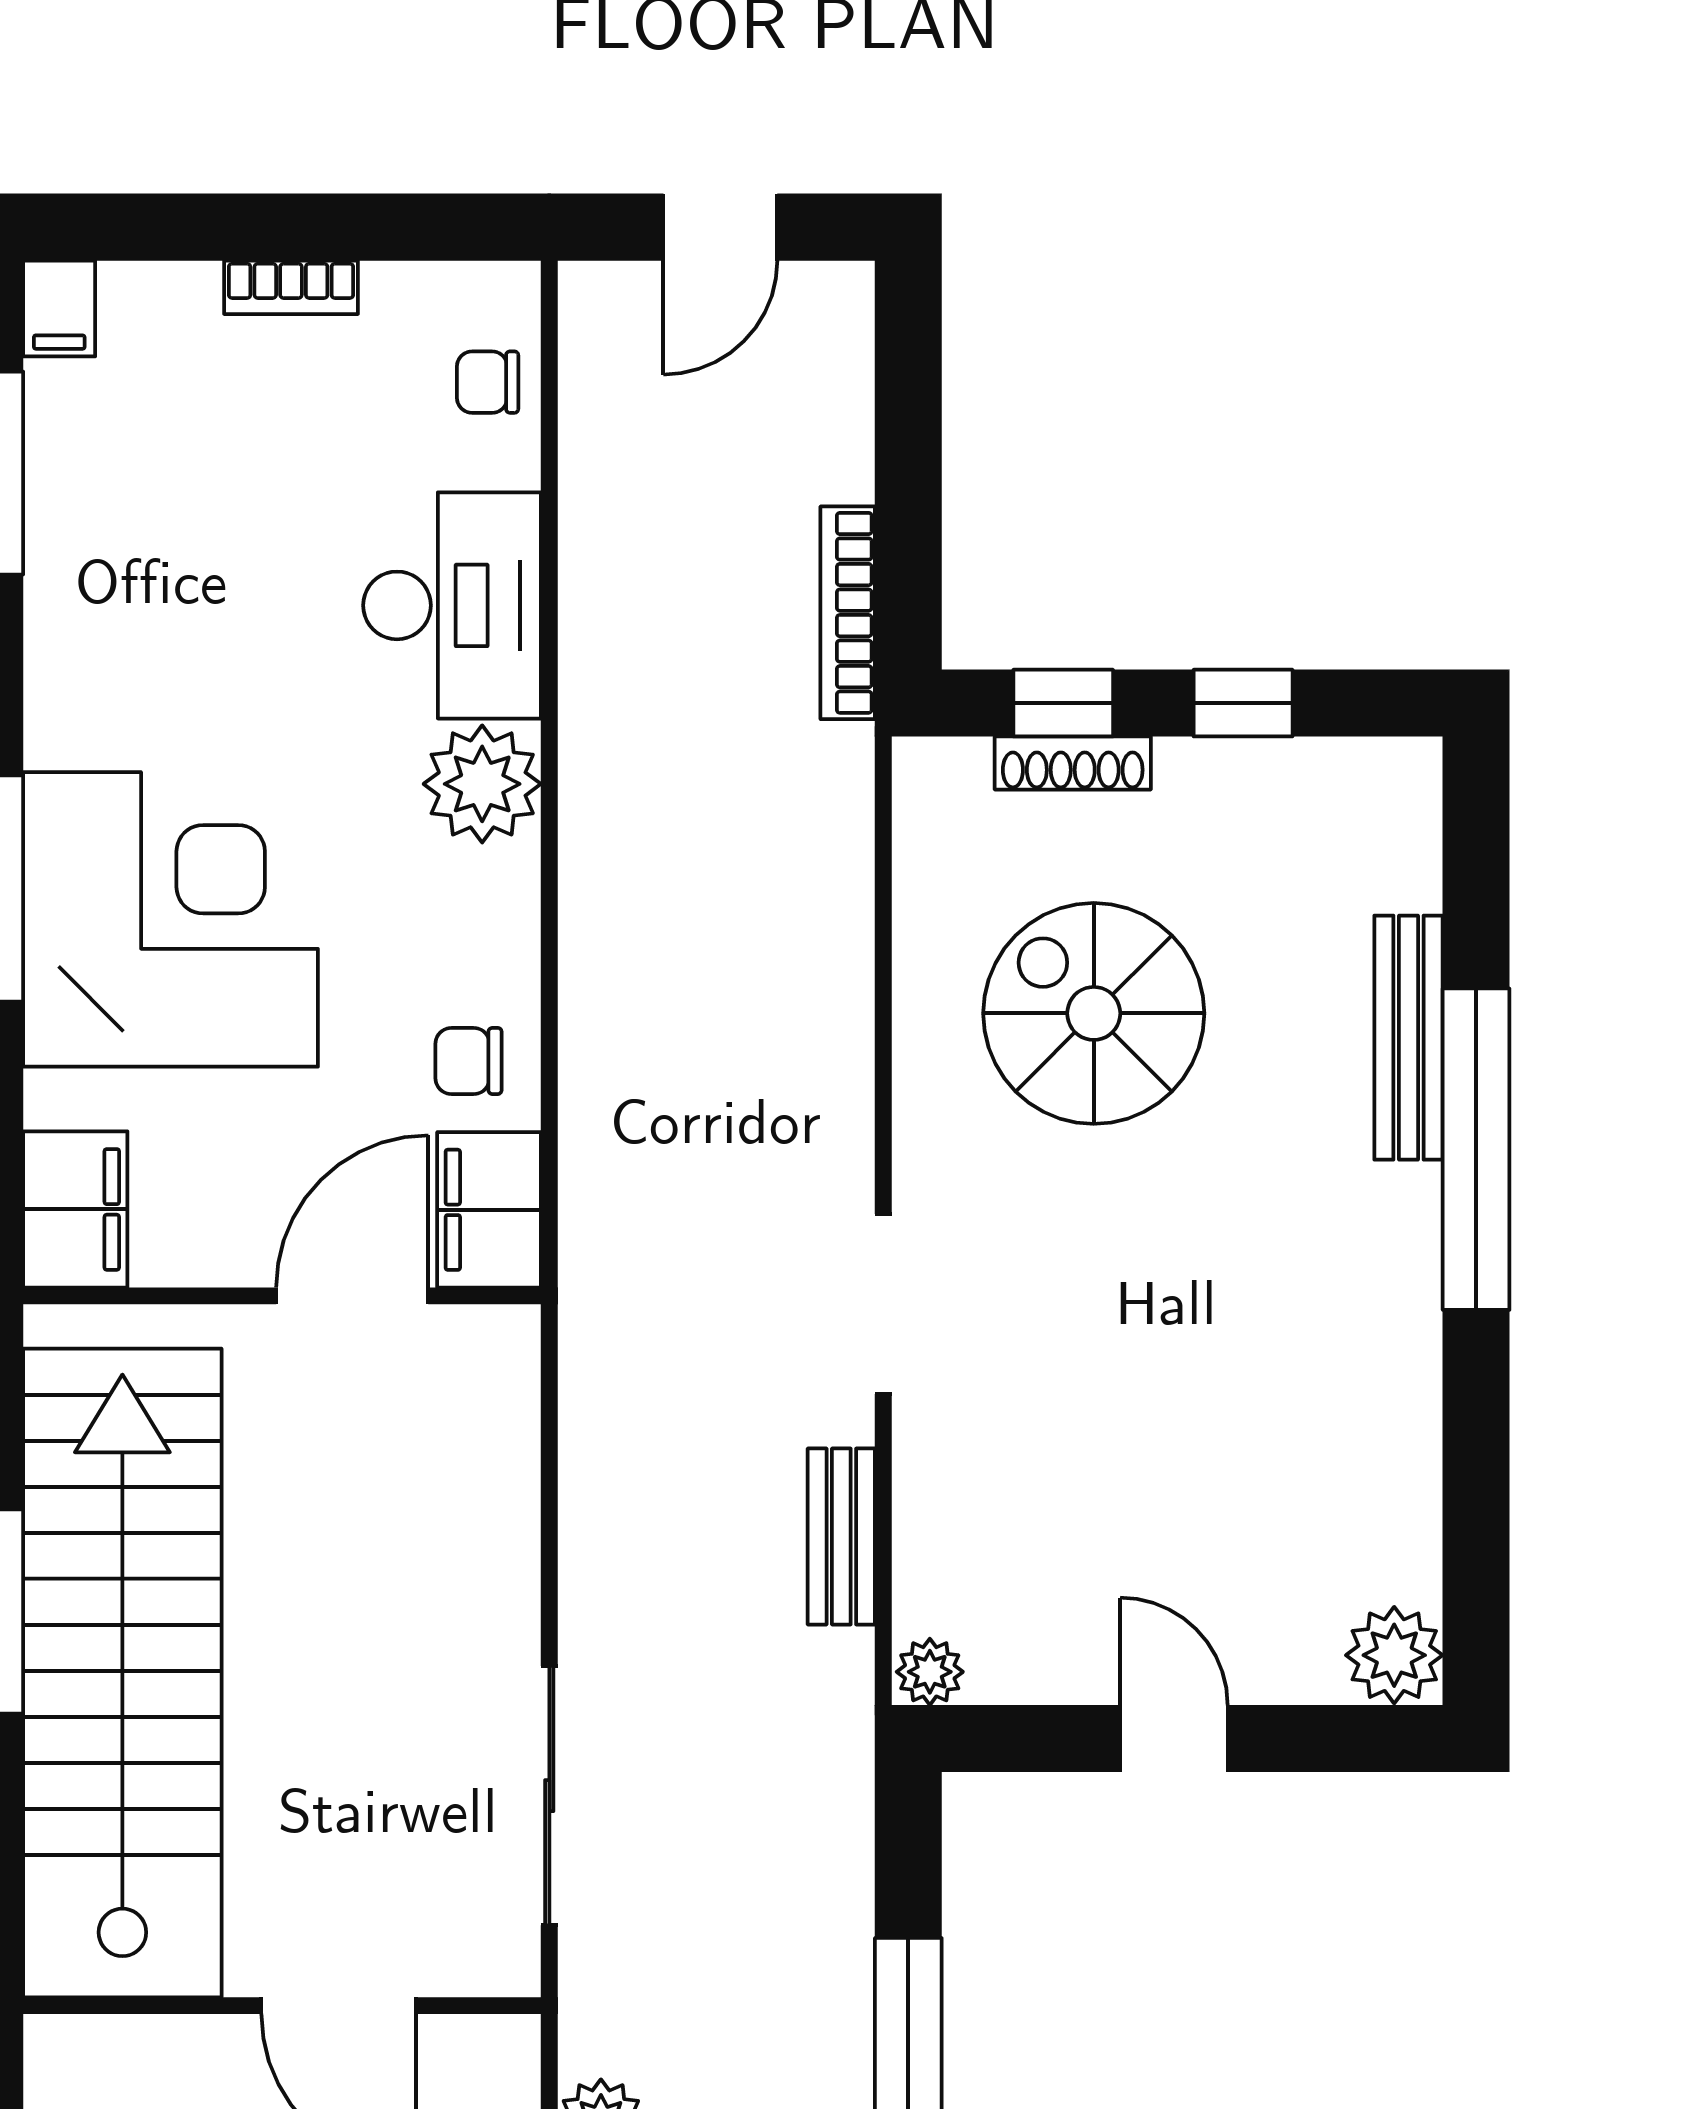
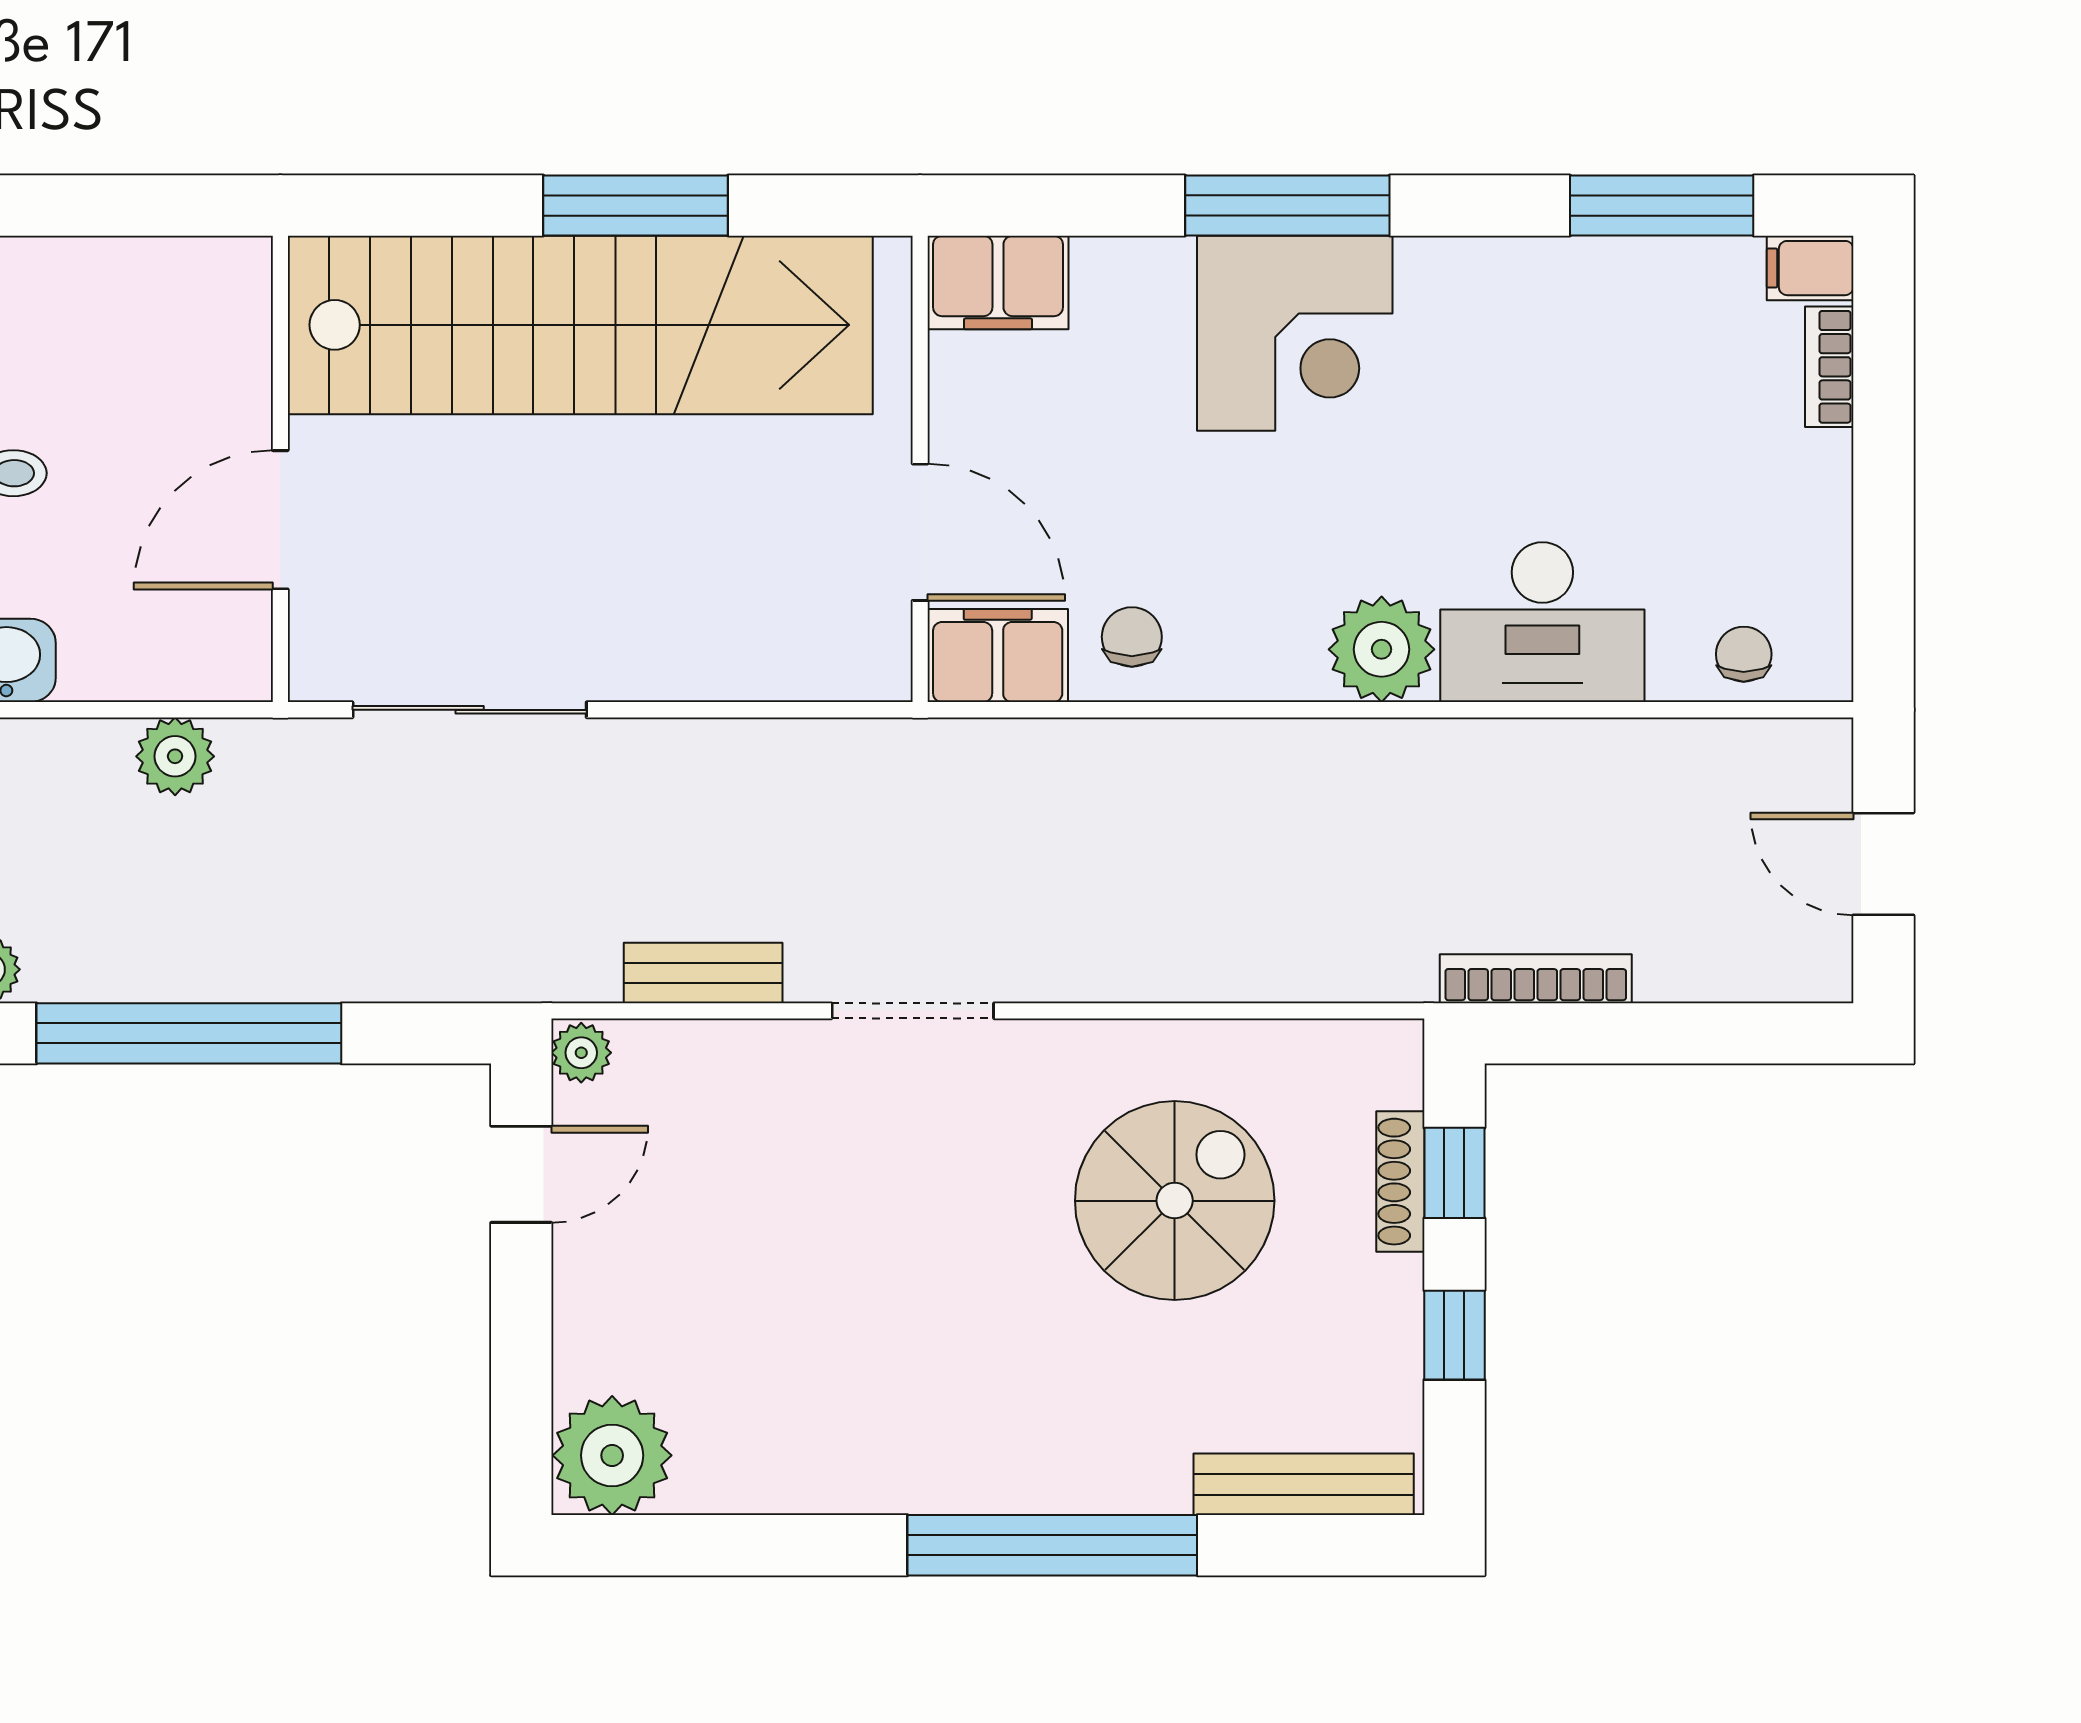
bookcase: (291, 287) -> (1829, 367), moved
corner desk: (171, 919) -> (1295, 333), width x0.74, depth x0.74
bench: (1409, 1038) -> (1304, 1484), moved
plant: (1394, 1655) -> (612, 1455), width x1.36, depth x1.36
door: (1174, 1738) -> (521, 1174), moved

